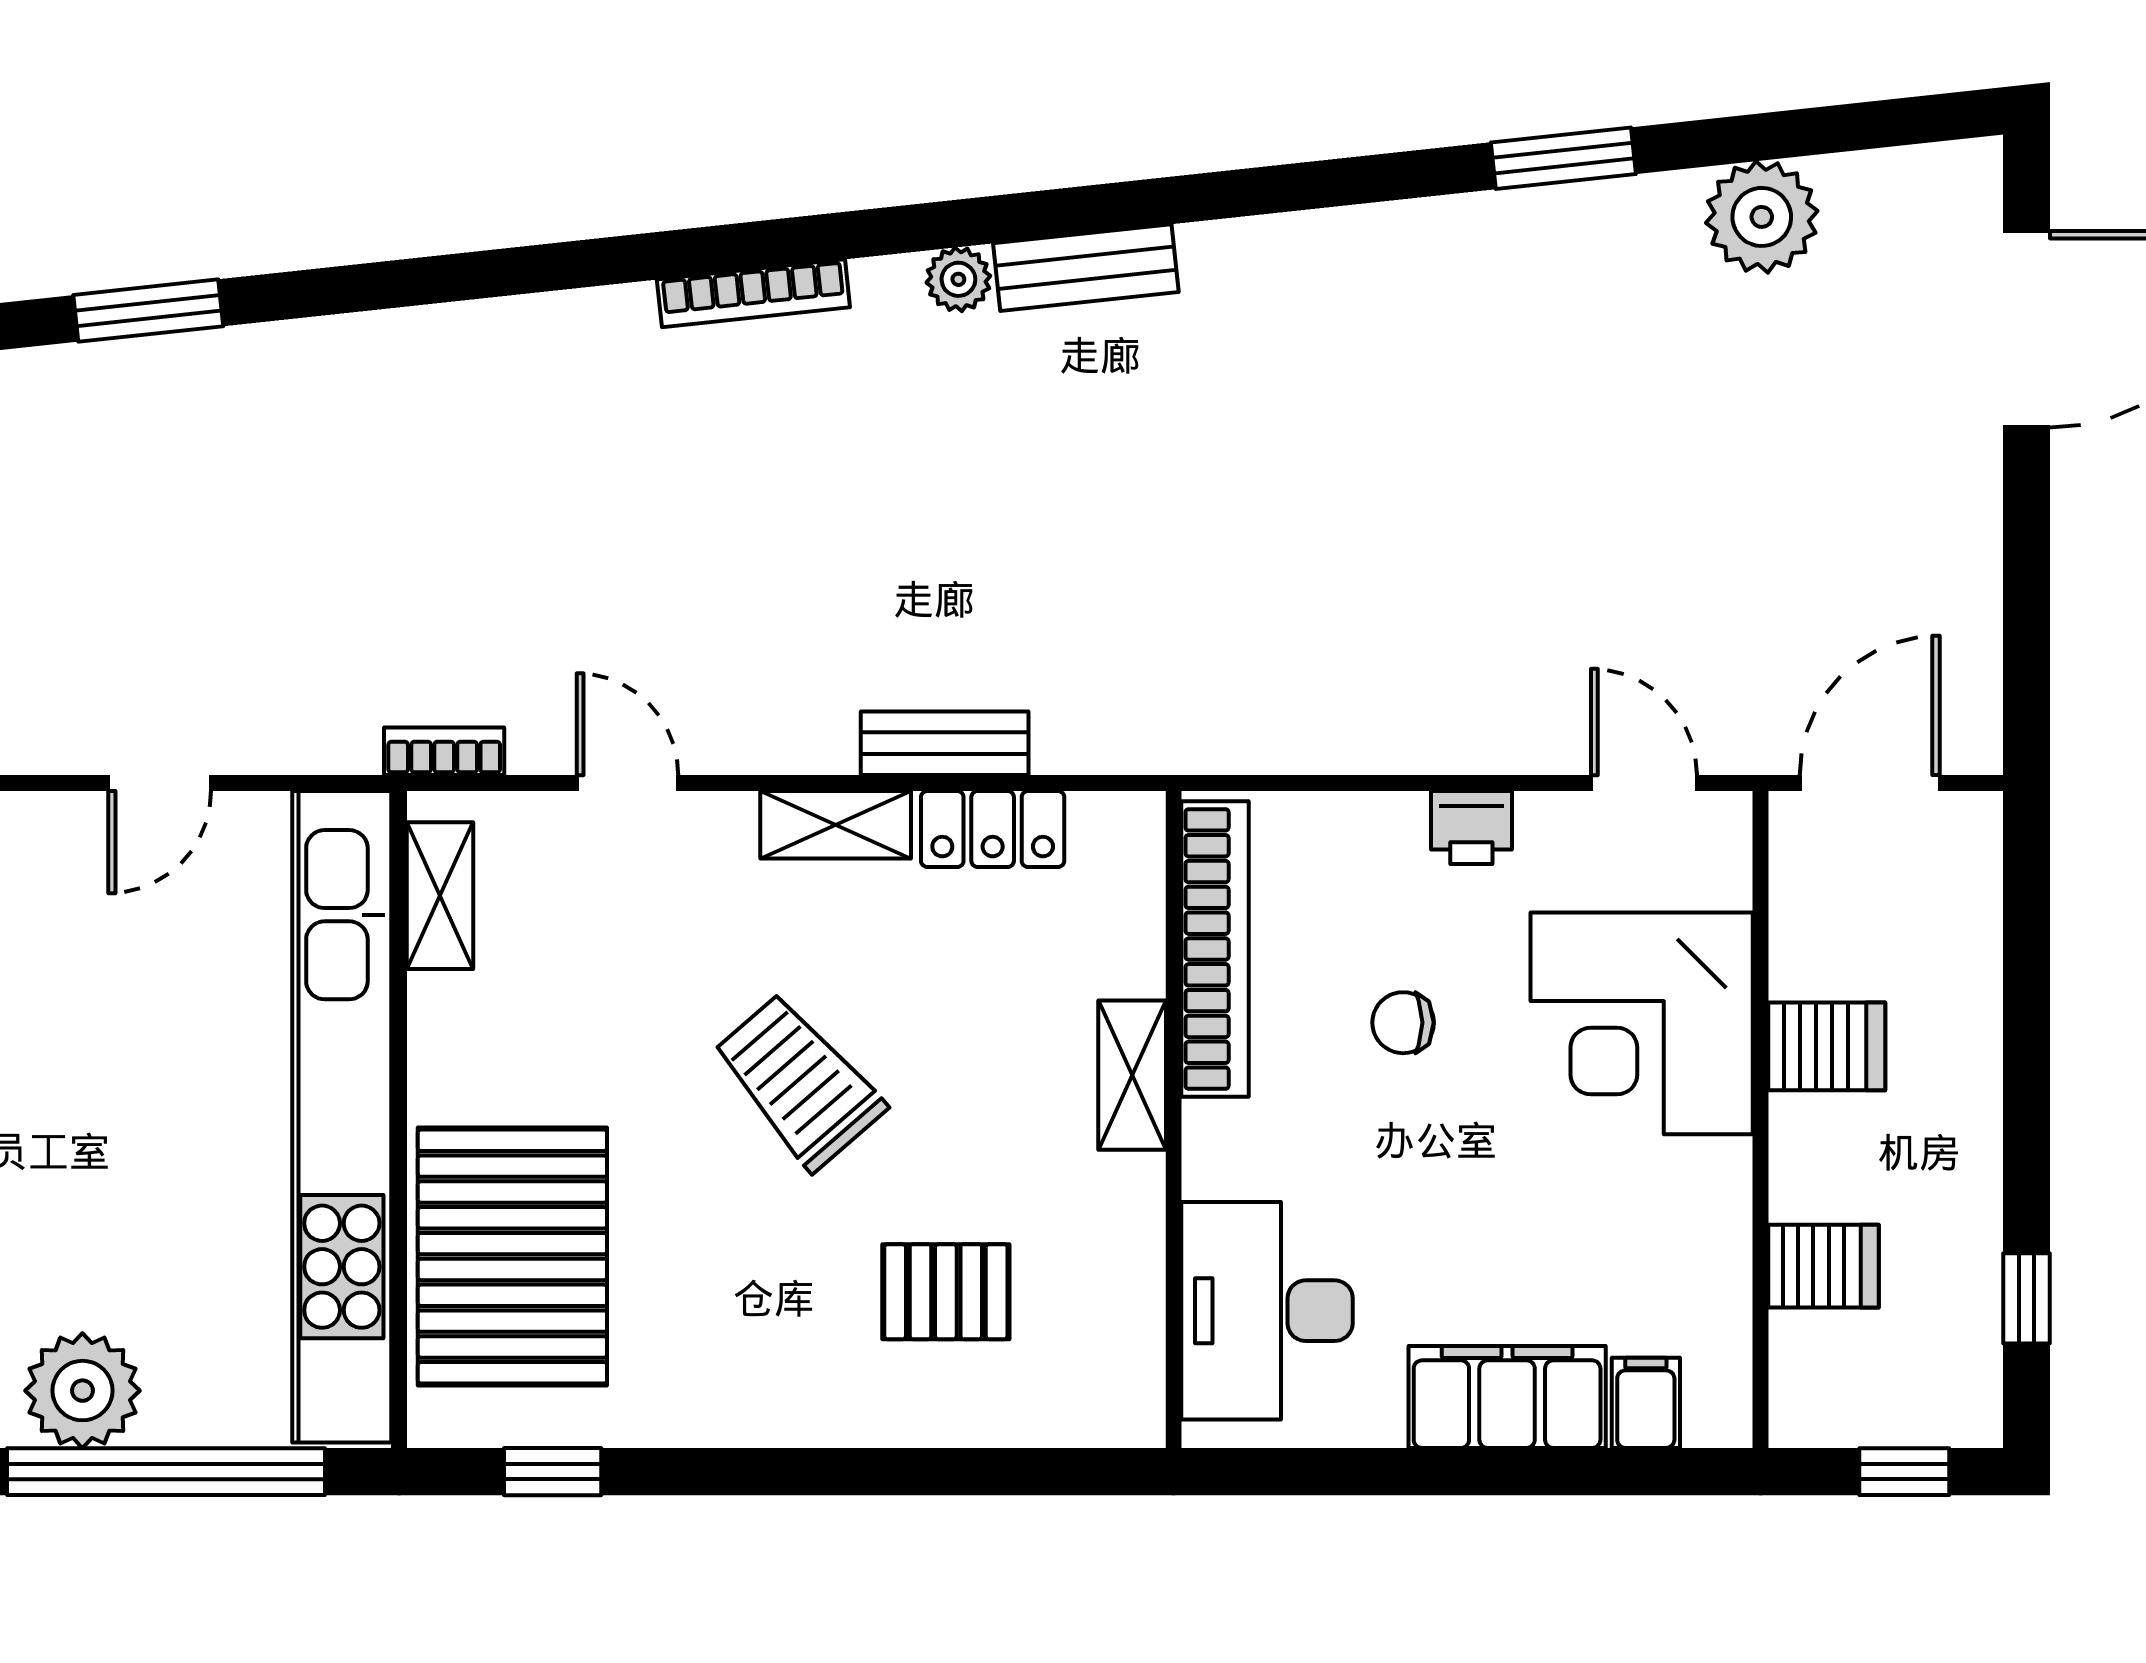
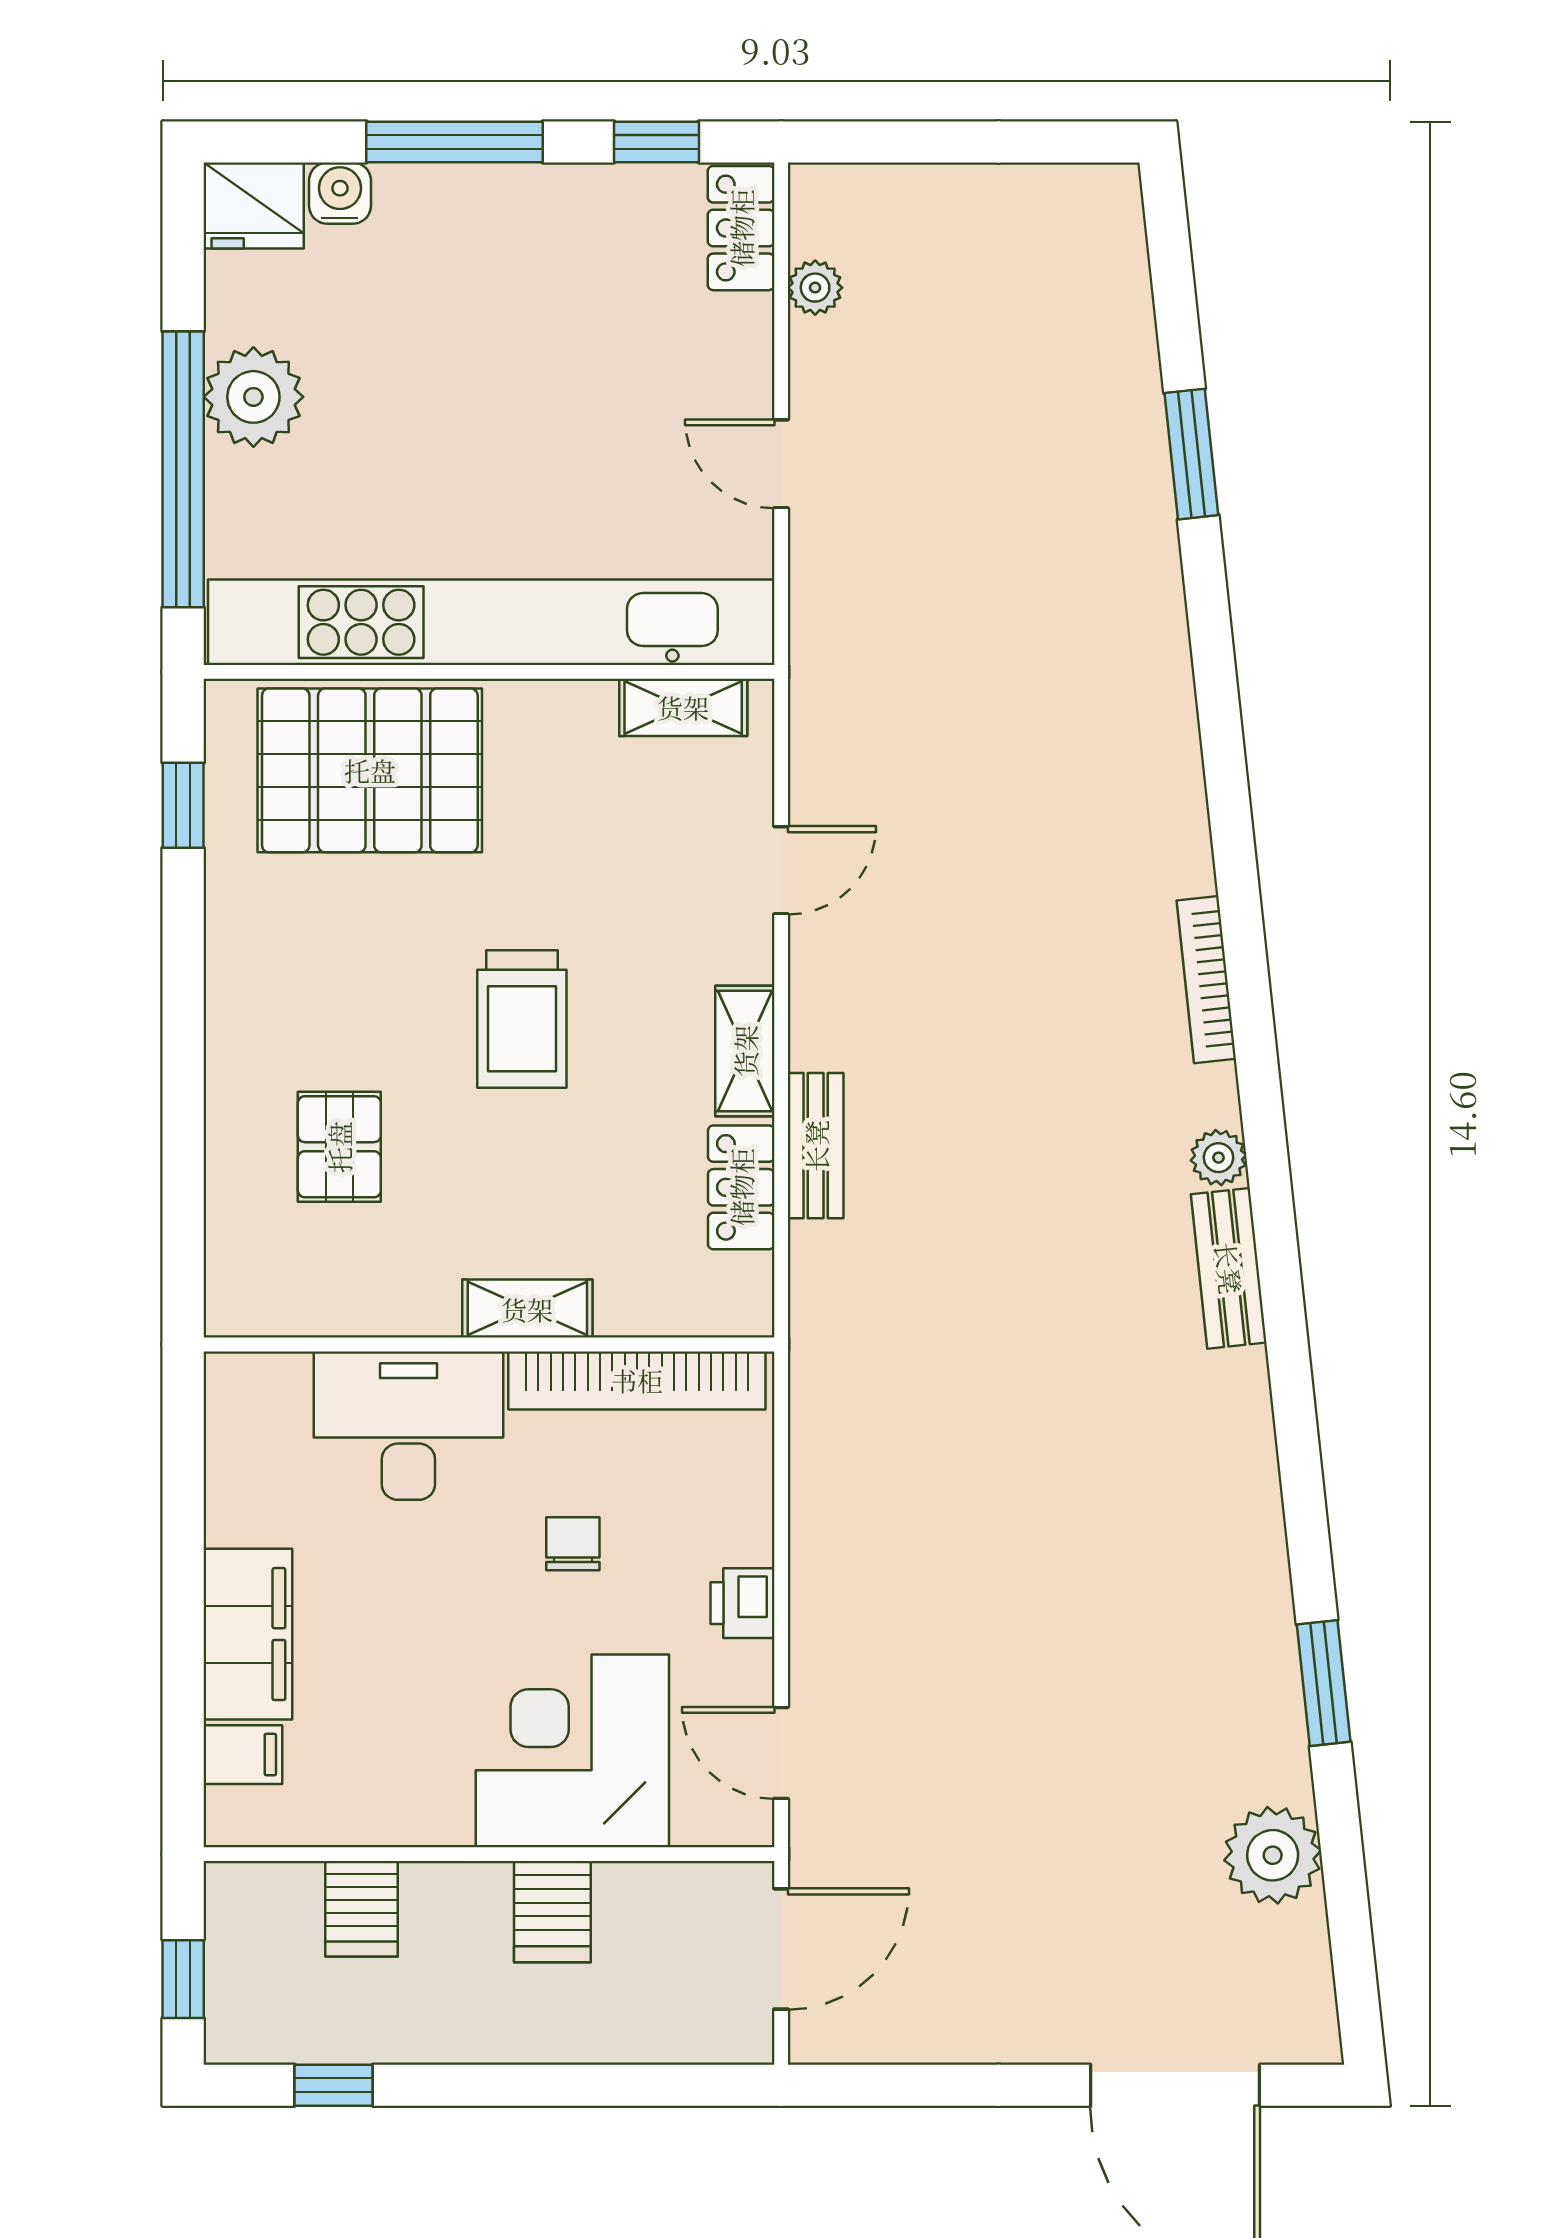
bookcase: (444, 751) -> (809, 711), removed
door: (1644, 783) -> (781, 1753), swing flipped
door: (1870, 783) -> (781, 1949), hinge flipped
trolley: (799, 1081) -> (522, 1019), turned 131
desk: (1267, 1311) -> (408, 1426), moved

